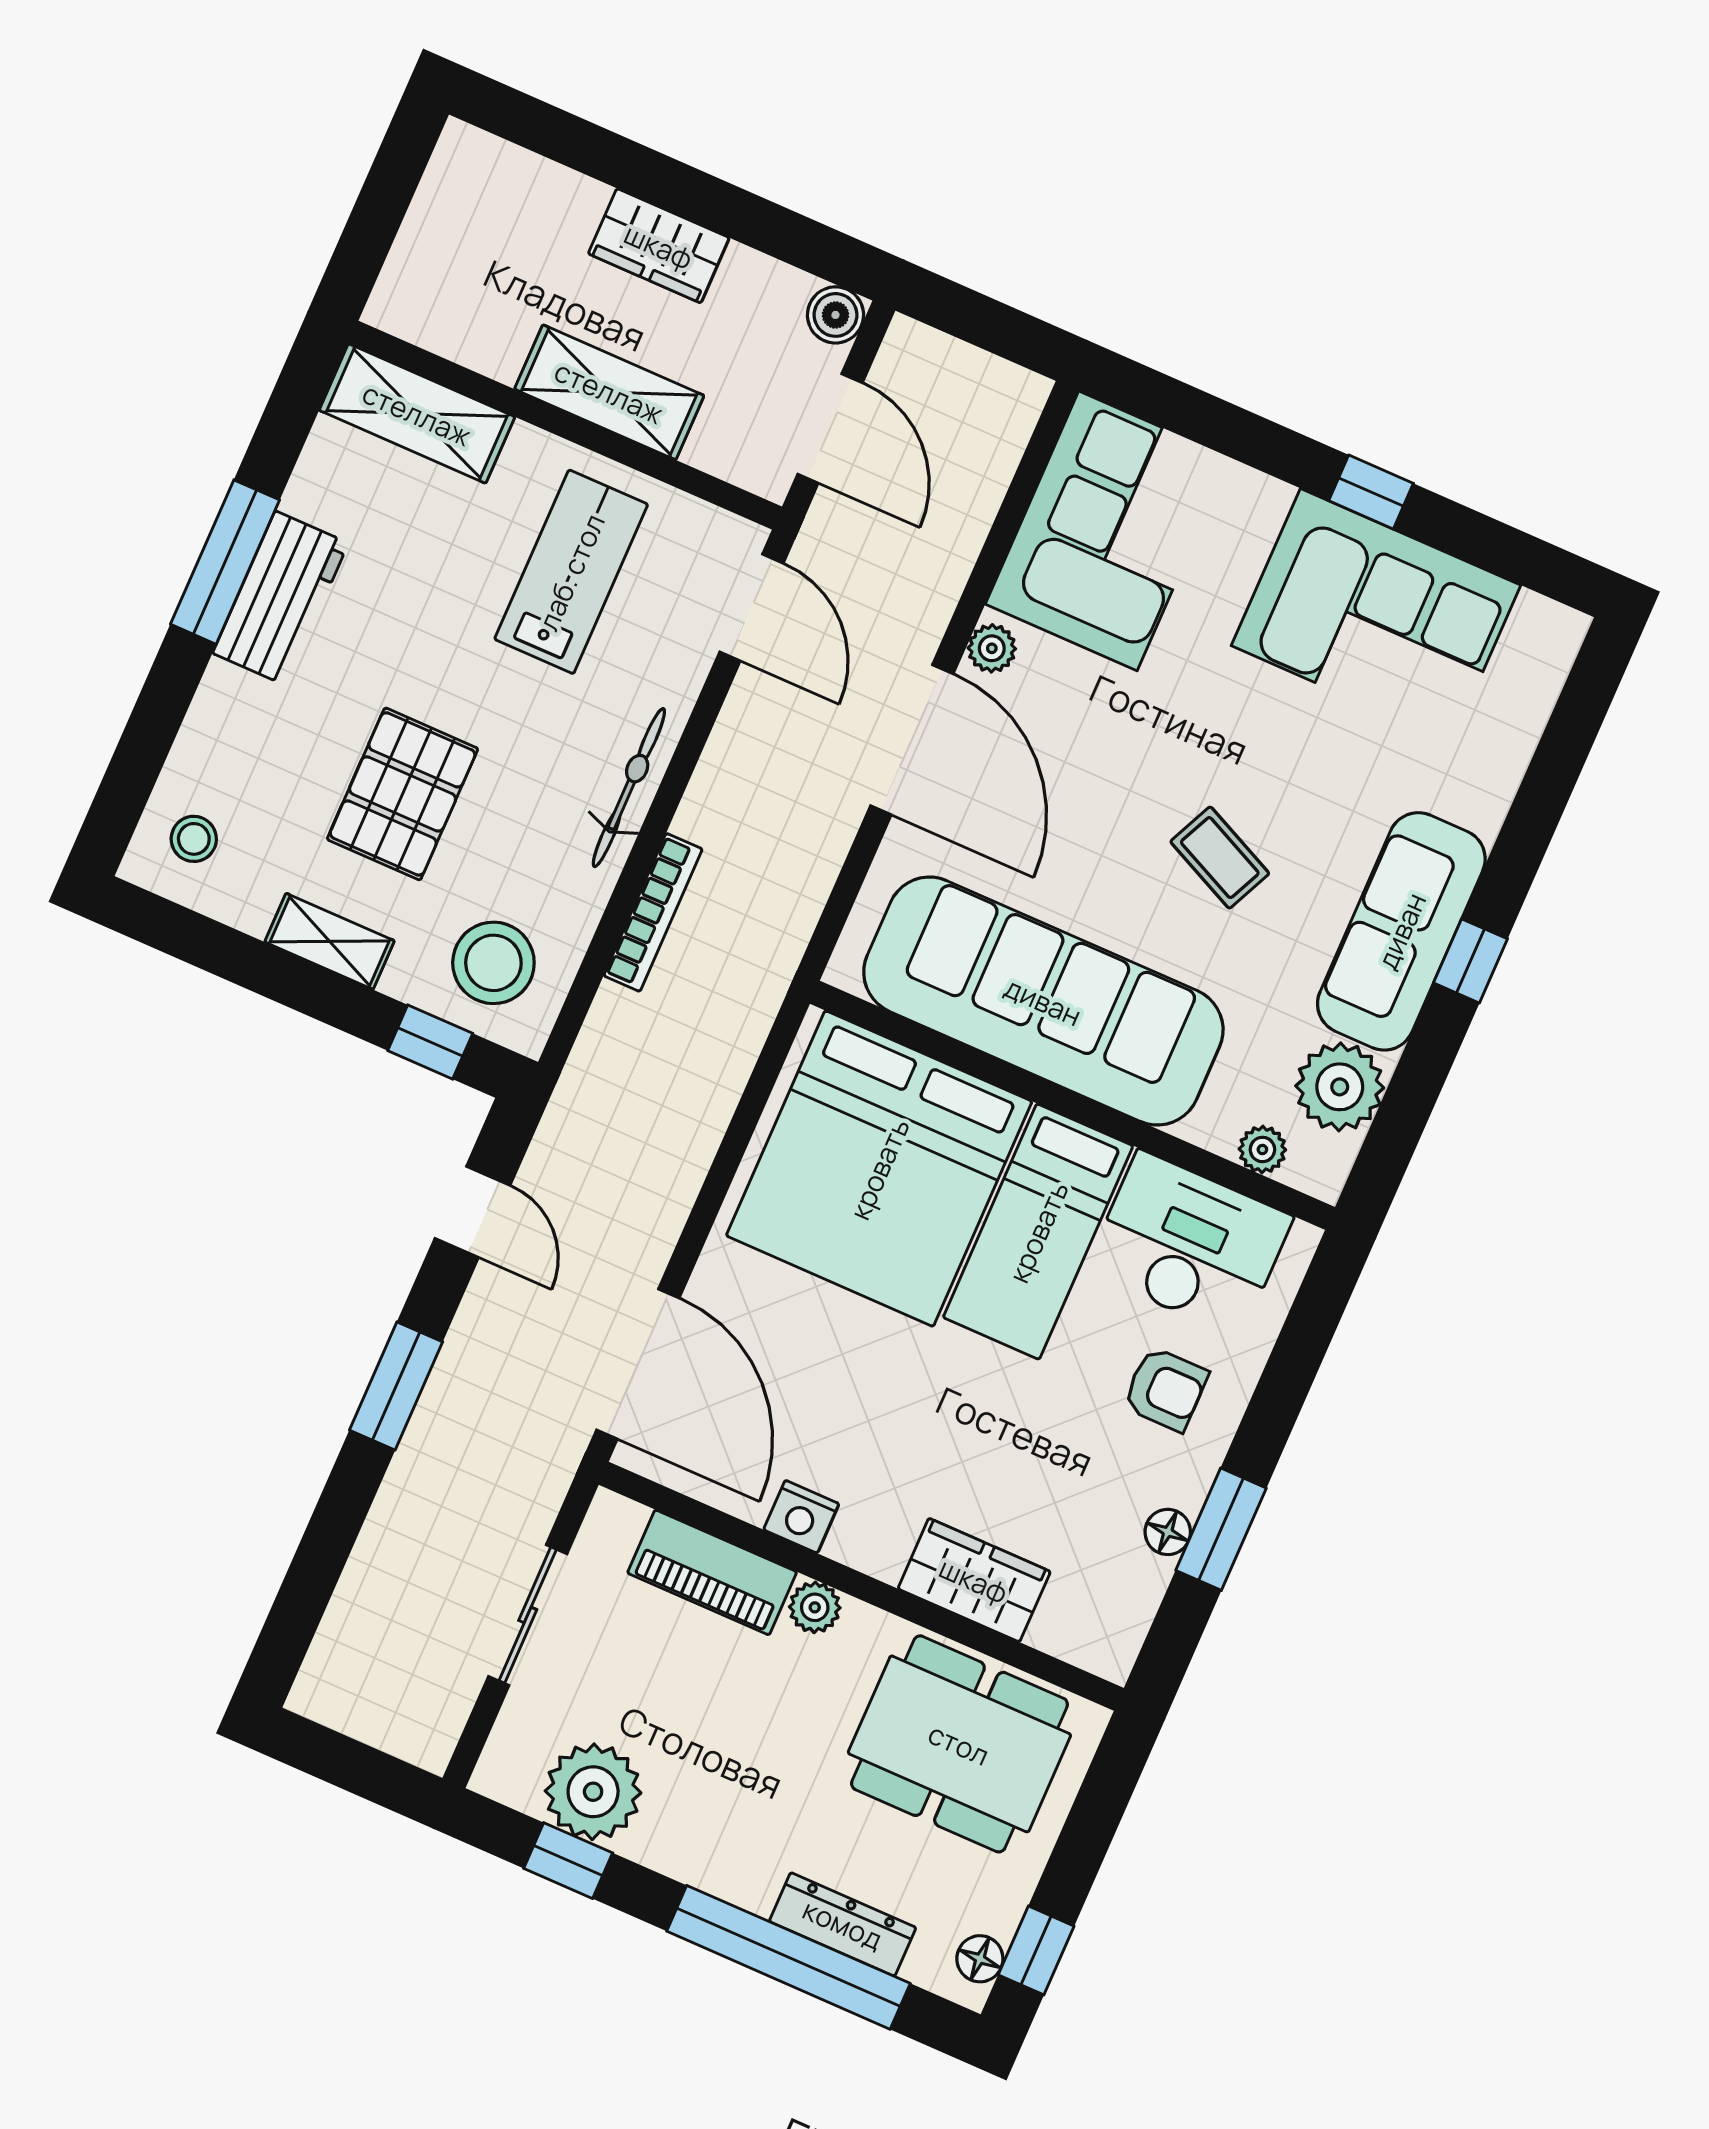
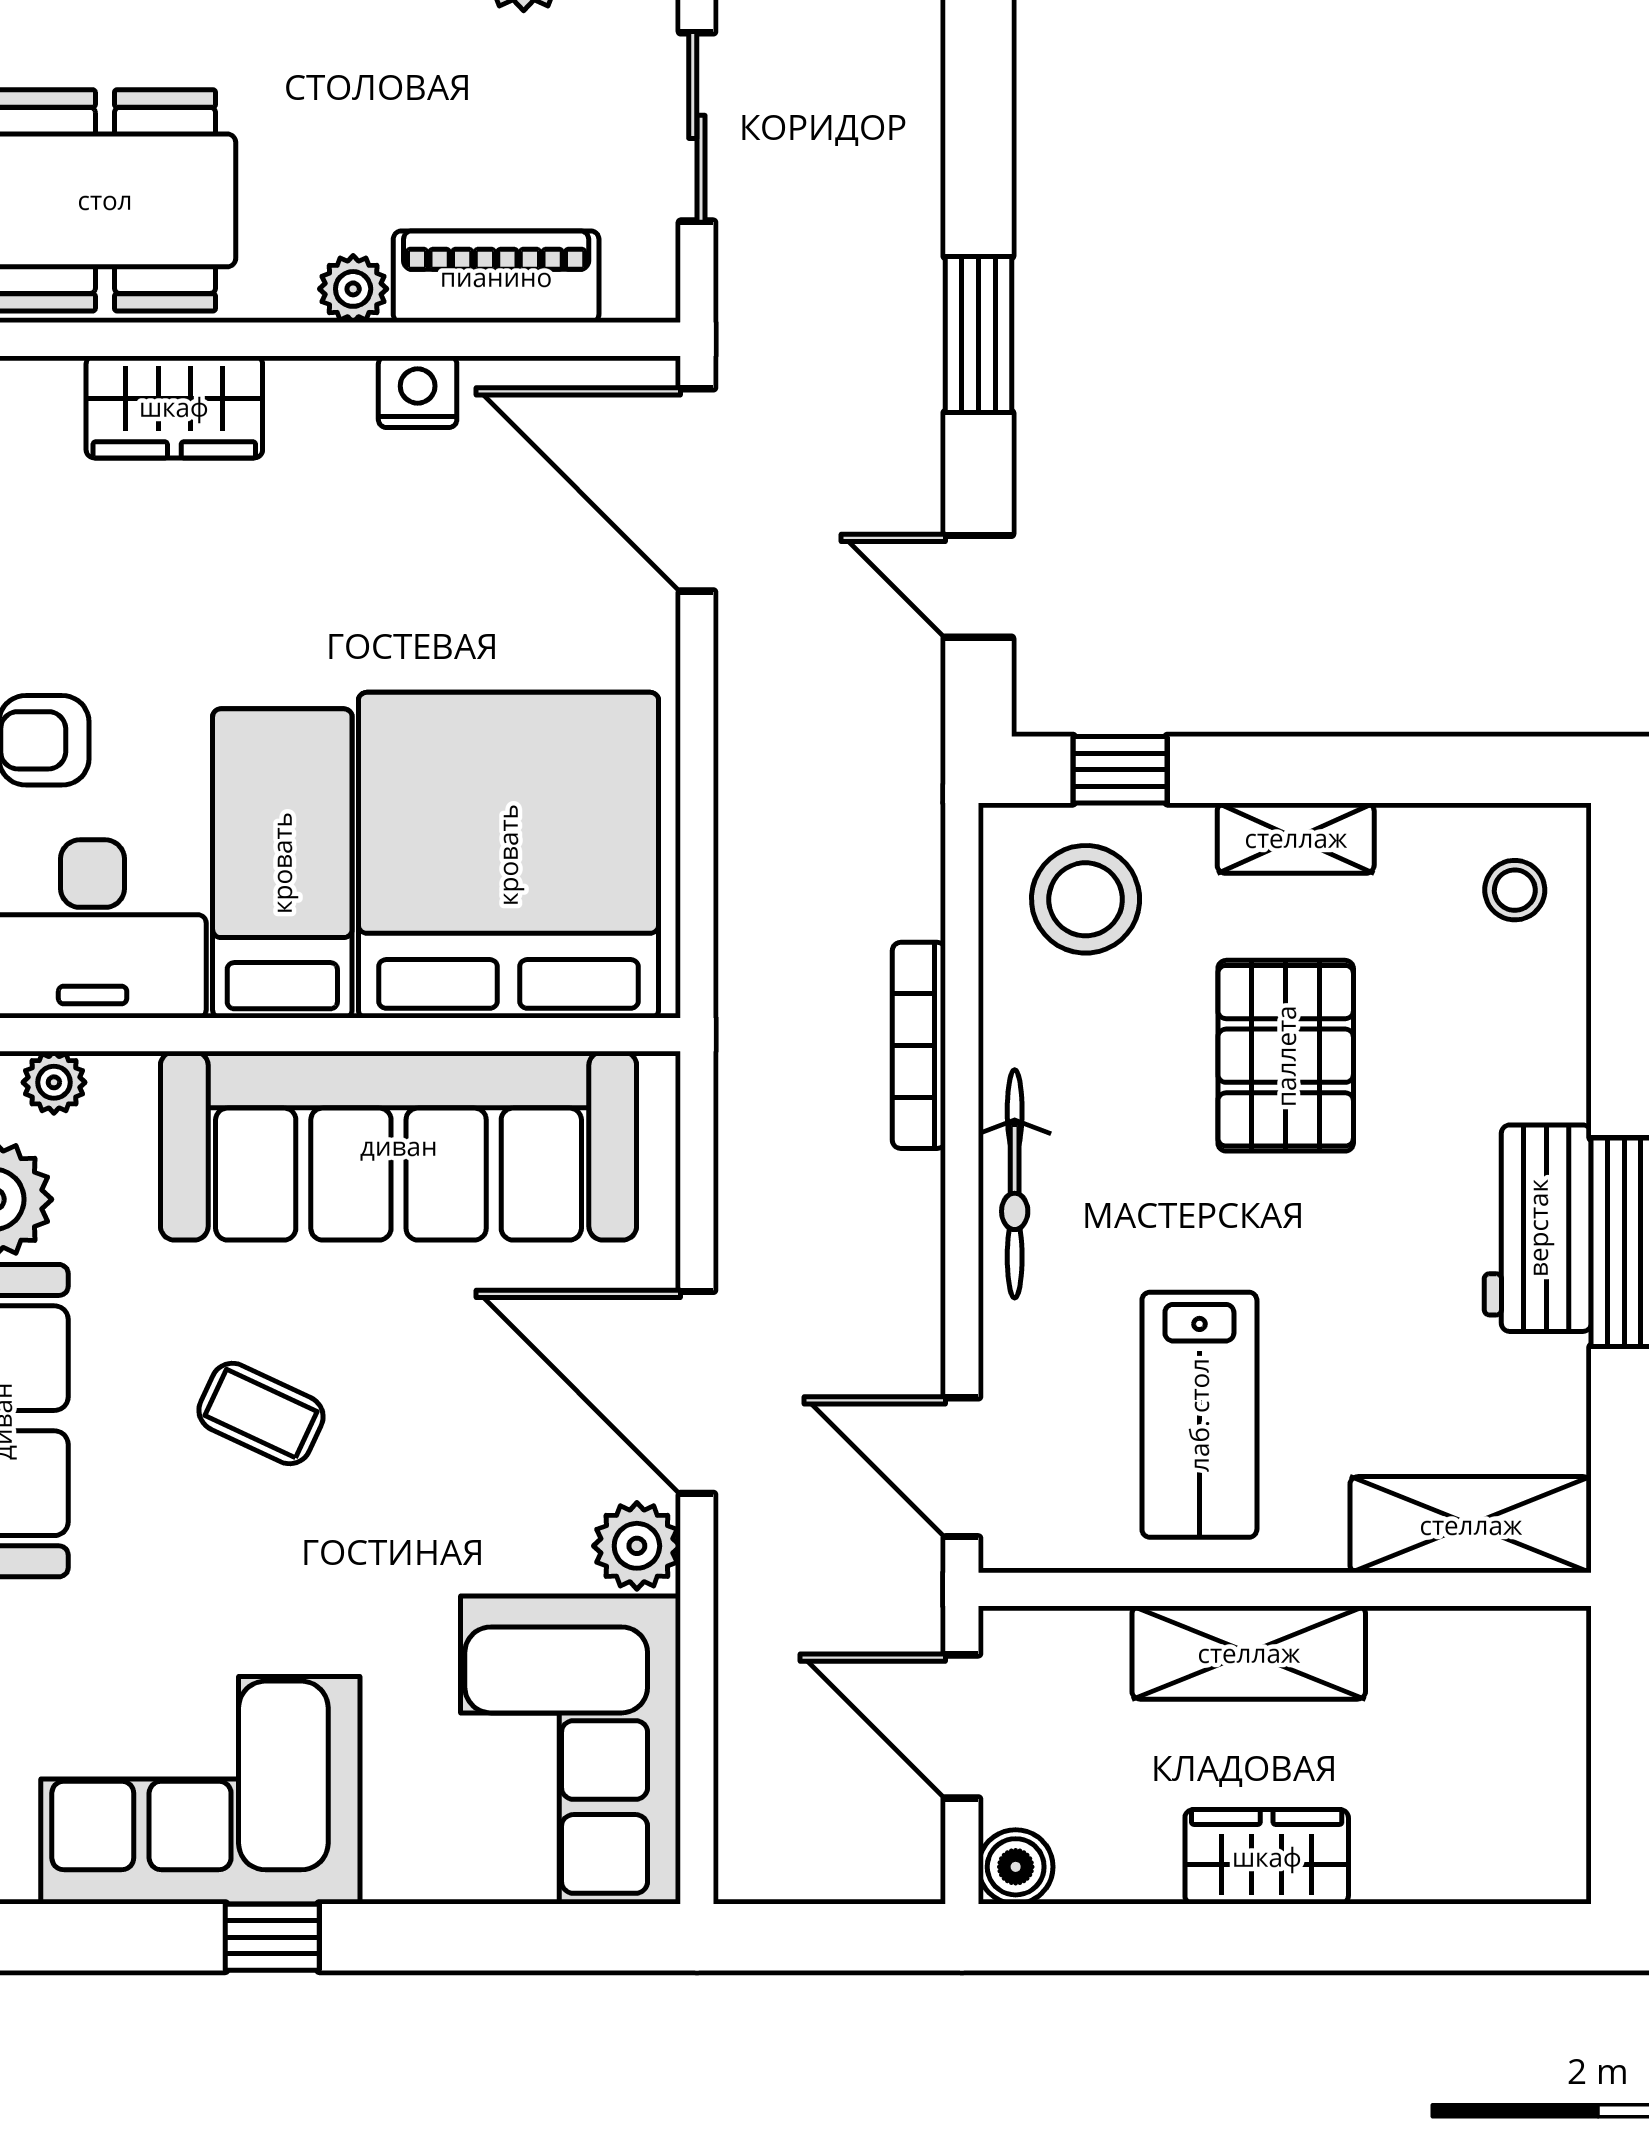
plant: (992, 648) -> (637, 1546), width x1.38, depth x1.38

